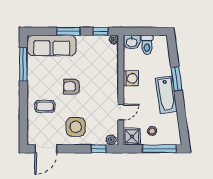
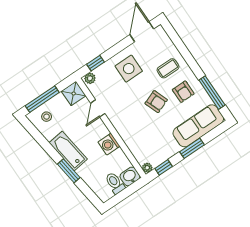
armchair: (45, 80) -> (183, 92), added
armchair: (72, 87) -> (156, 102), turned 69
stool: (152, 131) -> (47, 117), moved

